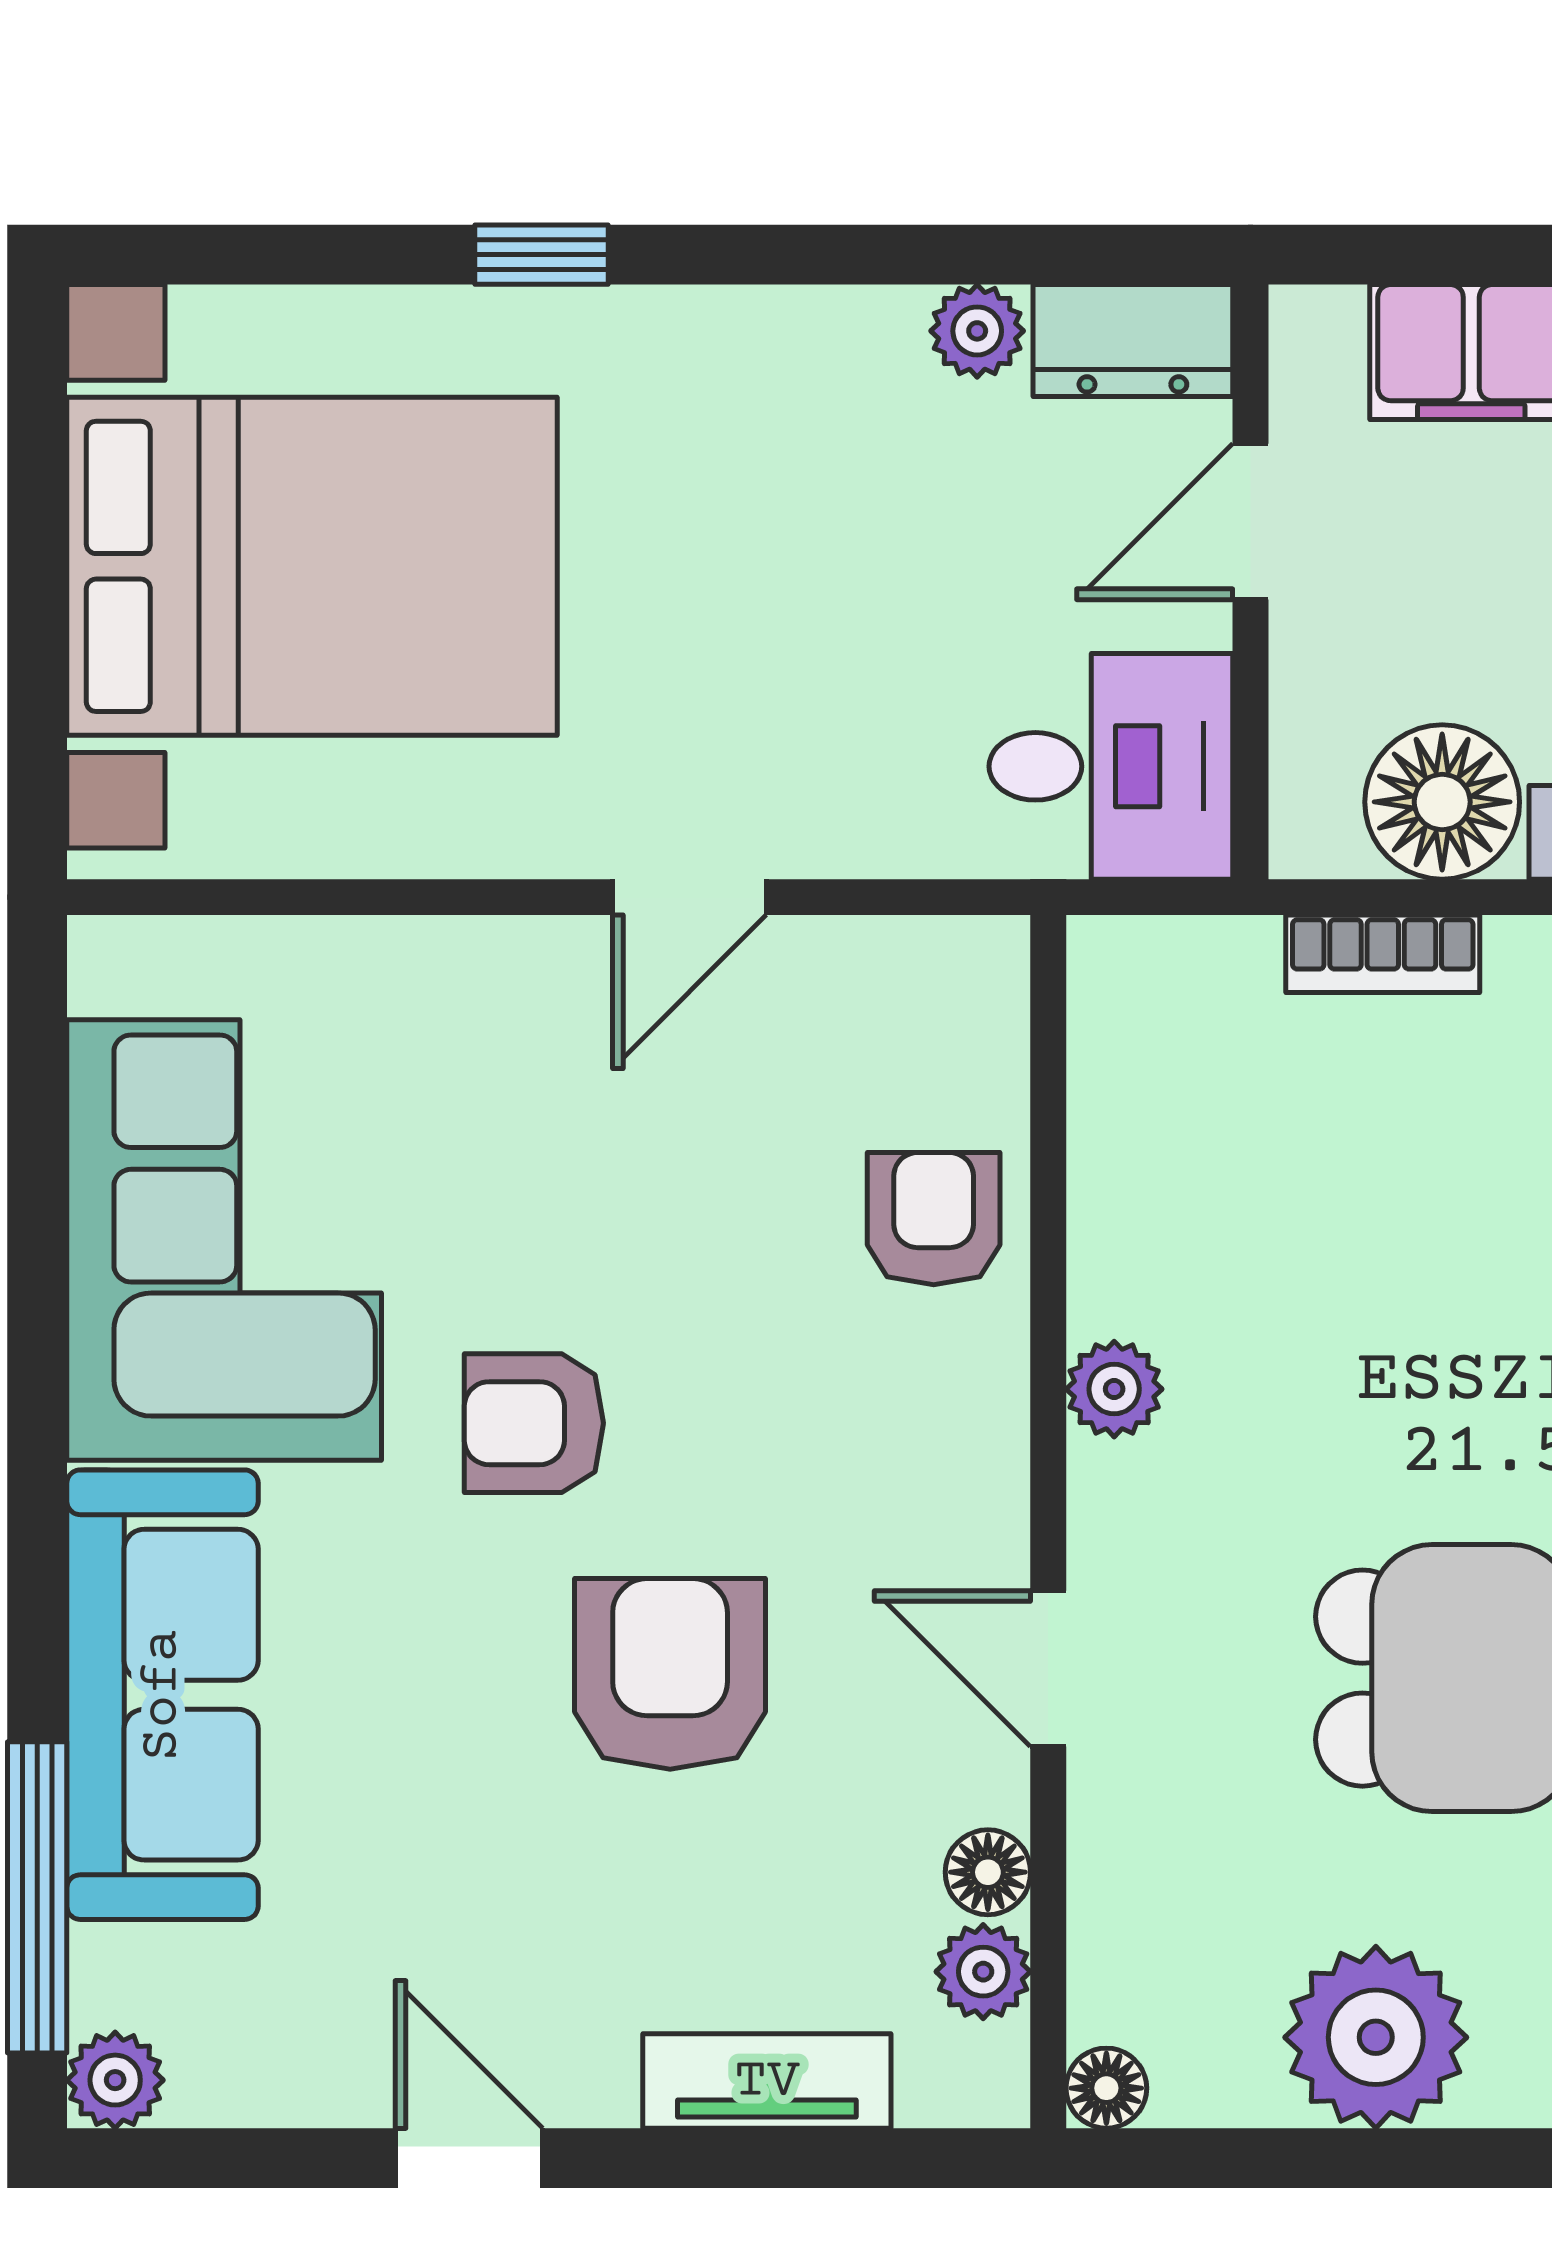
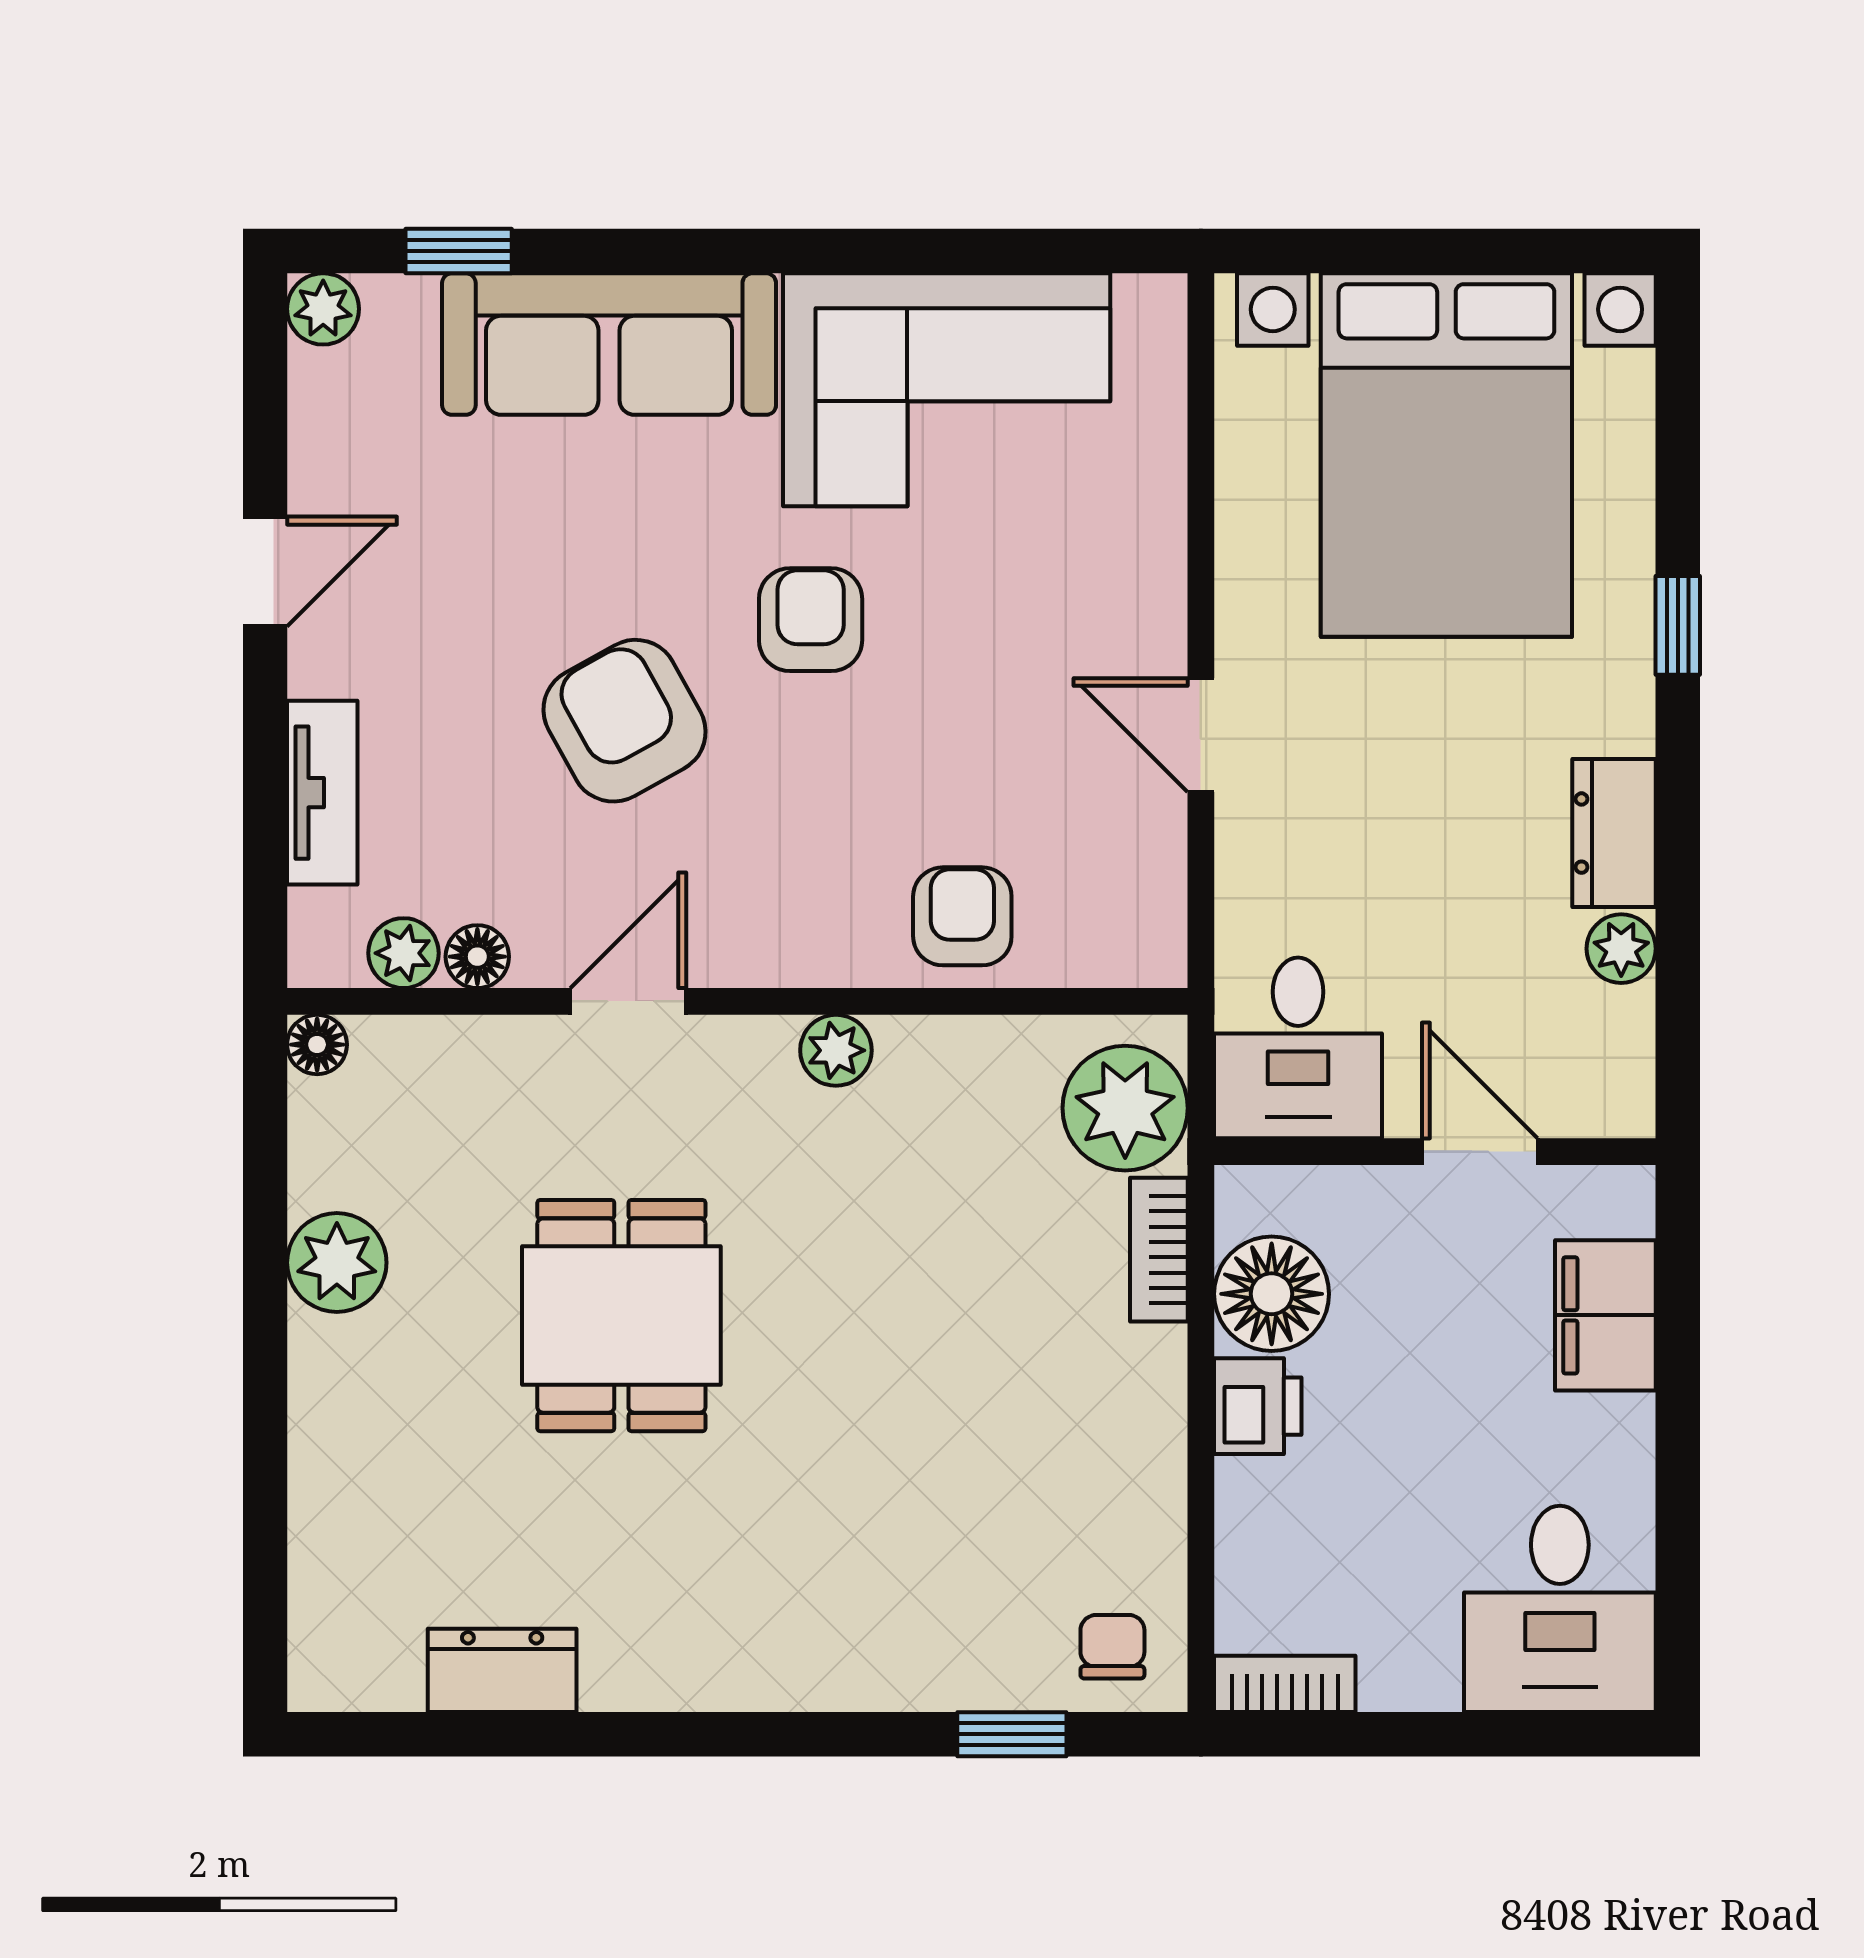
dresser: (1133, 341) -> (1614, 833), moved
plant: (1192, 999) -> (1125, 1108), added
armchair: (934, 1219) -> (962, 916), turned -90
armchair: (670, 1674) -> (625, 721), turned -119
window: (37, 1897) -> (459, 251), width x0.46
plant: (1376, 2037) -> (337, 1263), width x0.73, depth x0.73

